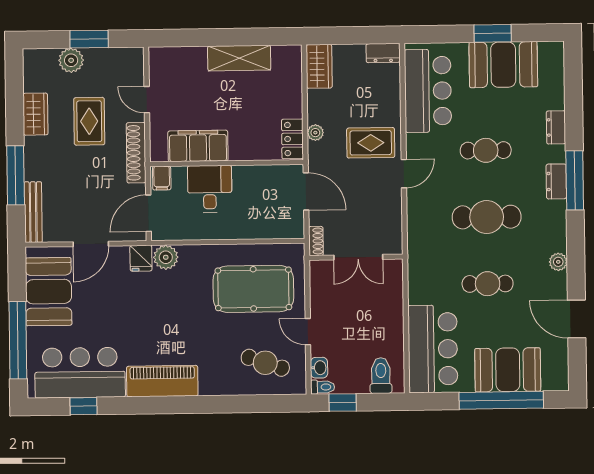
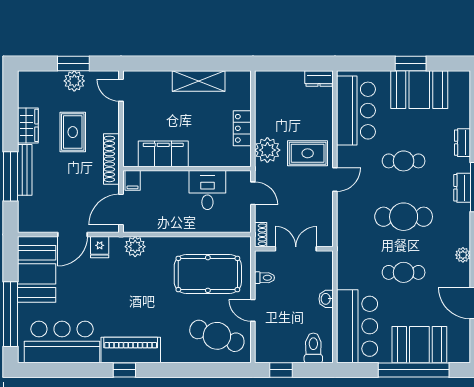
plant: (71, 60) -> (74, 81), moved
wardrobe: (319, 66) -> (265, 89), removed
door: (147, 100) -> (121, 90), moved
plant: (315, 133) -> (267, 150), width x1.88, depth x1.88
locker: (292, 139) -> (242, 128), moved
desk: (210, 189) -> (207, 190), moved
door: (306, 191) -> (253, 193), width x0.73
bench: (33, 212) -> (25, 170), moved
double door: (358, 257) -> (296, 249), swing flipped
fridge: (141, 258) -> (100, 247), moved
cafe table: (265, 363) -> (217, 336), width x1.37, depth x1.35
washbasin: (319, 368) -> (326, 299), moved, turned 180
toilet: (323, 387) -> (265, 278), moved
window: (83, 406) -> (124, 370), moved

